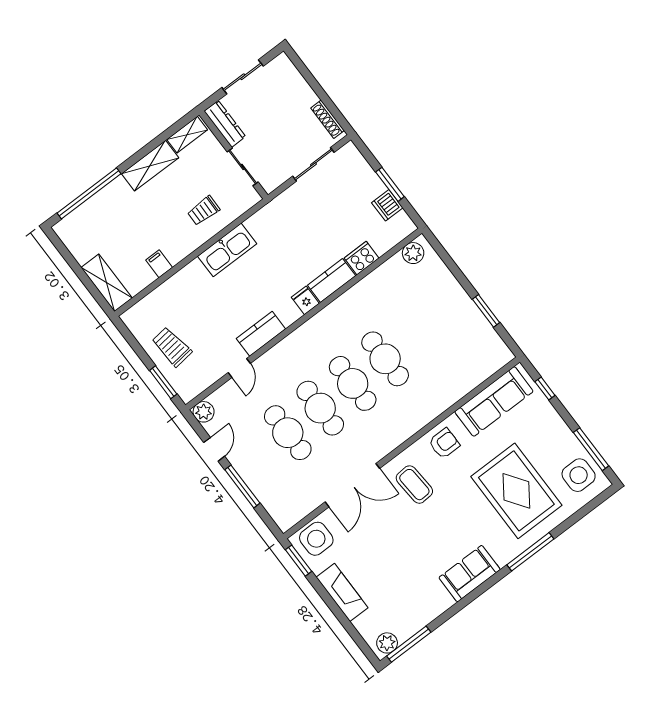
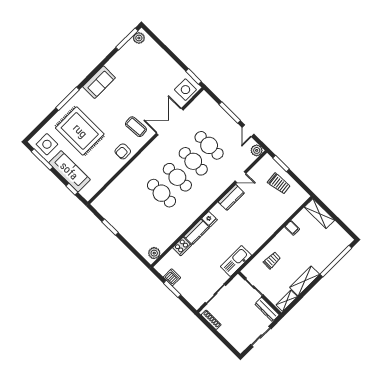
kitchen sink: (227, 250) -> (236, 261), moved
door: (239, 368) -> (240, 177), swing flipped
sofa: (494, 401) -> (69, 171), moved, turned 90
fireplace: (342, 592) -> (167, 62), removed

